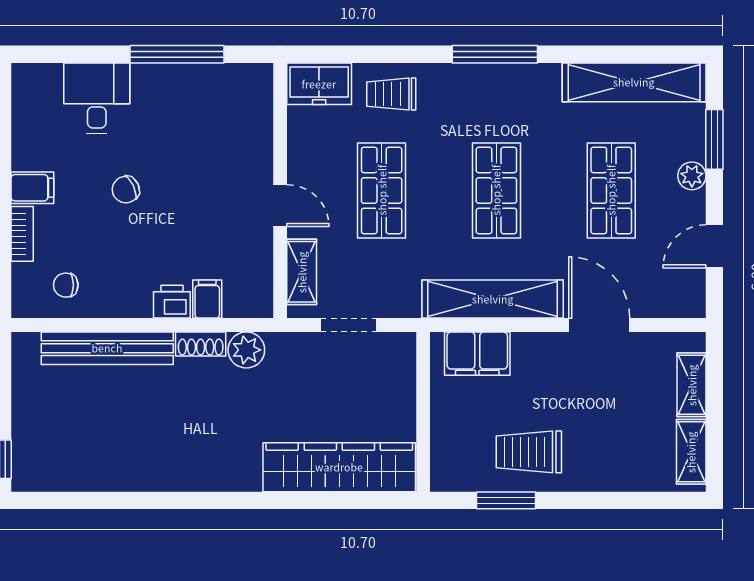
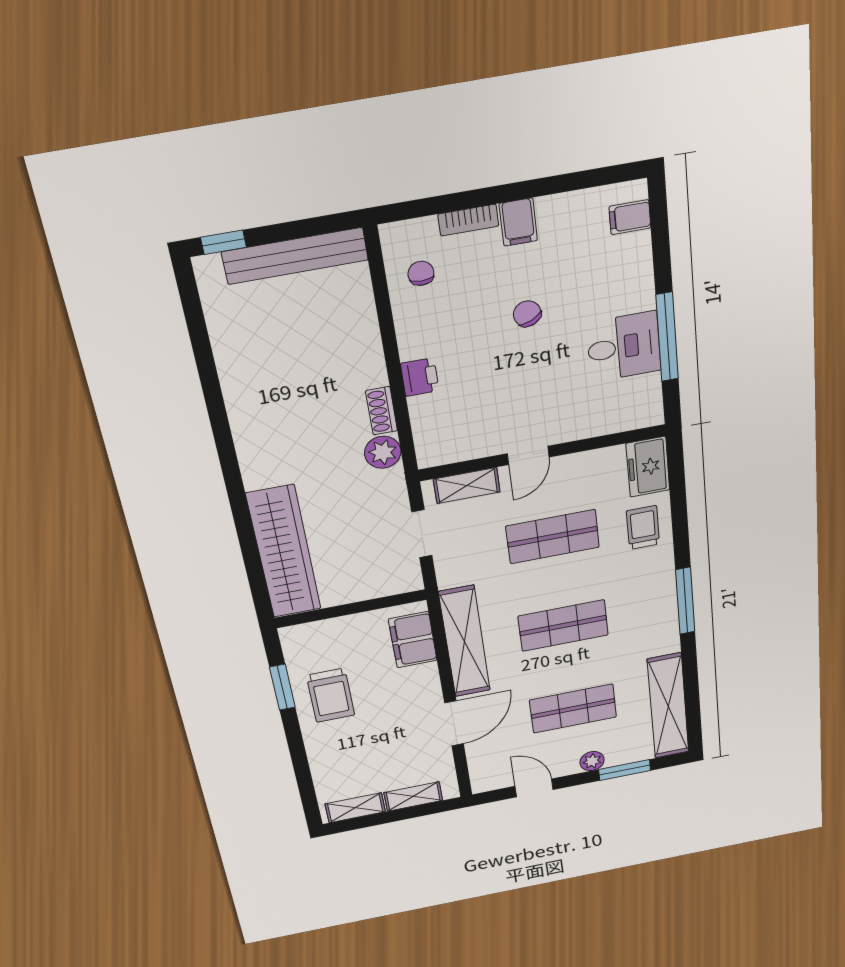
desk: (97, 98) -> (624, 347), moved
filing cabinet: (207, 299) -> (630, 217), moved, turned 180
bench: (107, 348) -> (295, 256), moved, turned 90
trolley: (529, 452) -> (331, 695), turned 180

